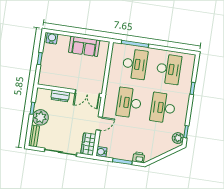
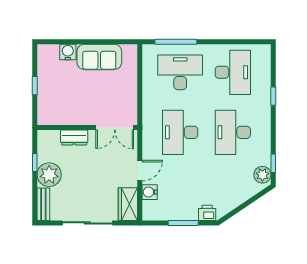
water cooler: (52, 38) -> (68, 52), moved
desk: (135, 64) -> (180, 72), turned -90
water cooler: (102, 152) -> (150, 192), moved

